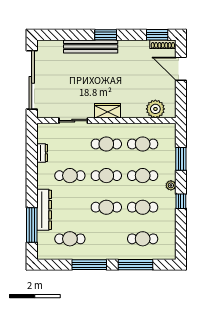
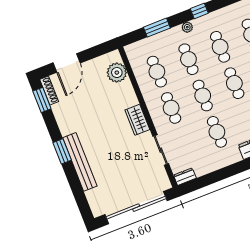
dresser: (42, 153) -> (185, 177), moved

